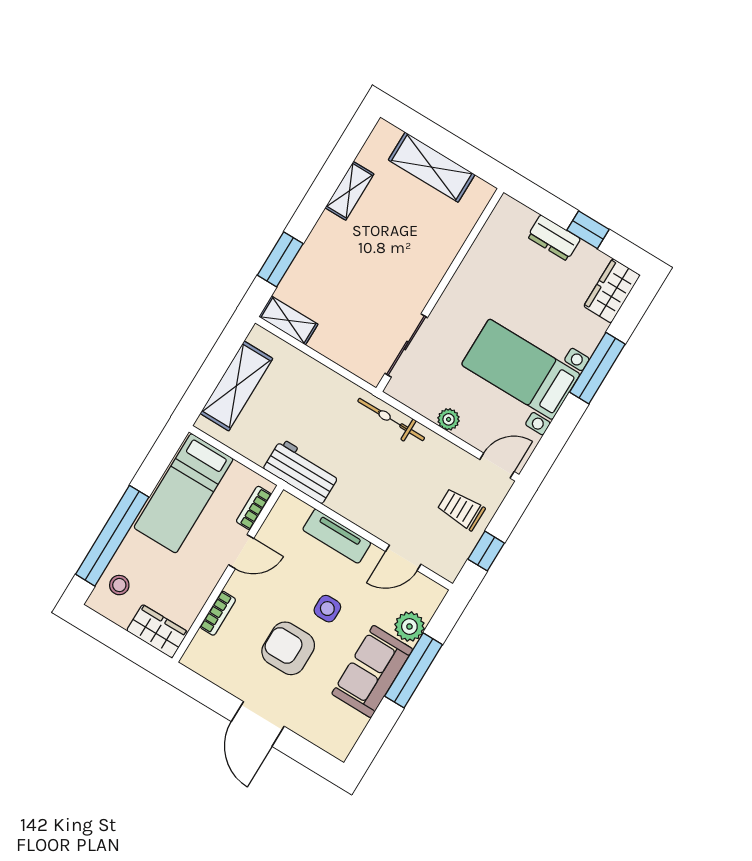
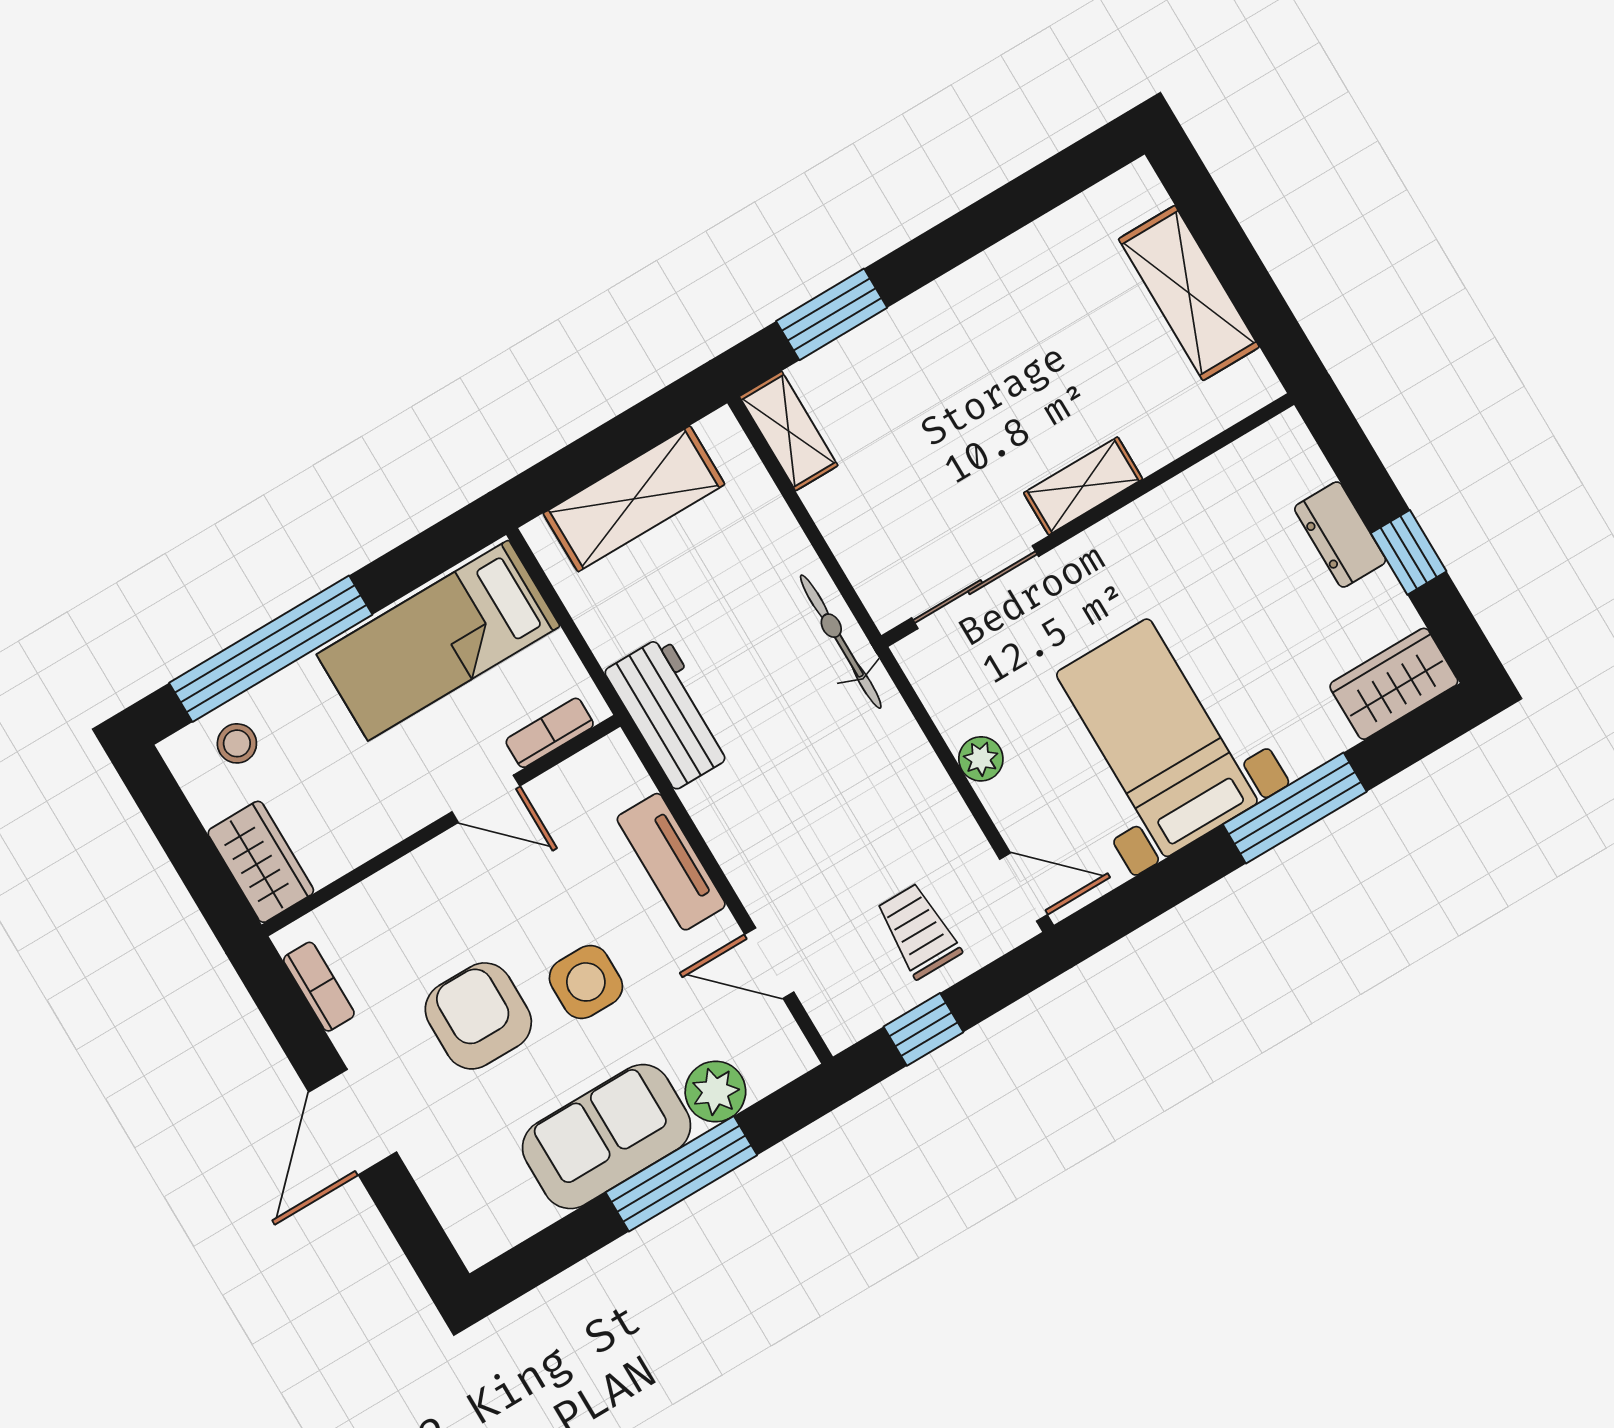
shelving: (349, 191) -> (1083, 486), moved
bicycle: (391, 419) -> (841, 642), moved
side table: (327, 609) -> (586, 982), width x1.37, depth x1.37
bookcase: (218, 613) -> (319, 987), moved, turned -90

